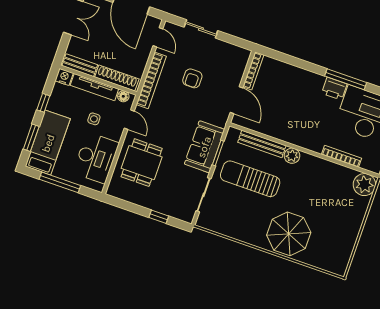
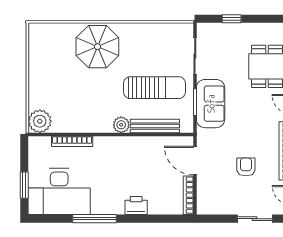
printer: (334, 89) -> (136, 206), moved

